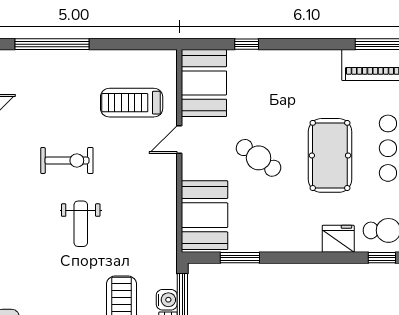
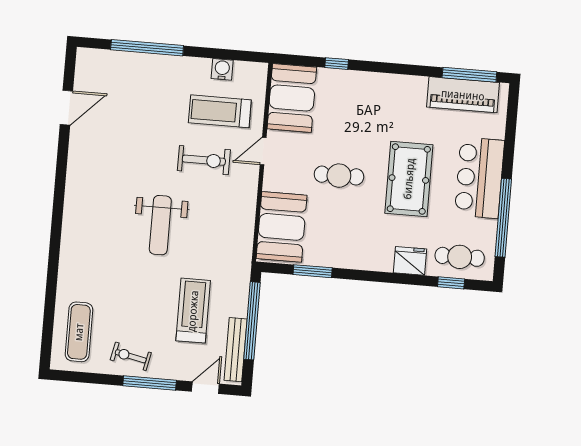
cafe table: (259, 158) -> (339, 176), turned -36
exercise bike: (67, 160) -> (204, 160), moved
weight bench: (81, 224) -> (160, 225), width x1.36, depth x1.33
water cooler: (167, 300) -> (222, 69), moved, turned -90

